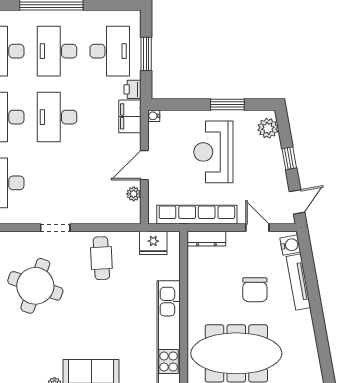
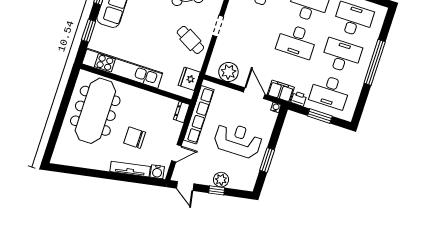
desk: (57, 117) -> (297, 41), turned 180
plant: (268, 128) -> (221, 180), moved
door: (144, 165) -> (254, 93), moved
plant: (134, 194) -> (228, 72), width x1.88, depth x1.88
doorway: (55, 228) -> (218, 26), moved
dresser: (206, 239) -> (182, 112), width x0.70
cafe table: (101, 258) -> (190, 40), turned 32

